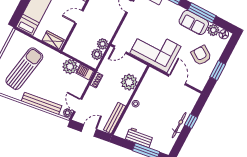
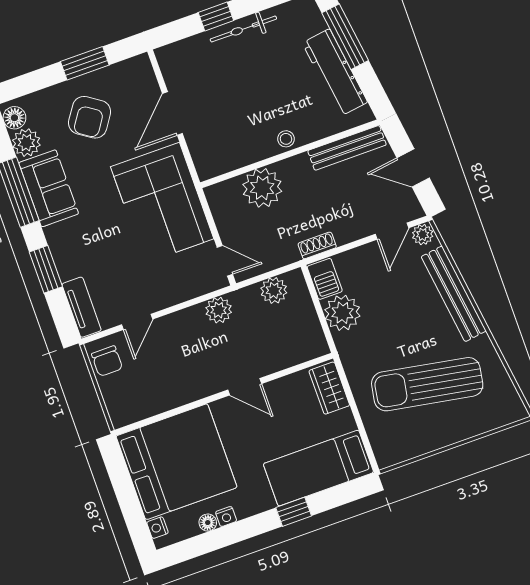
plant: (103, 44) -> (219, 310), moved
workbench: (139, 137) -> (335, 73), width x1.38

